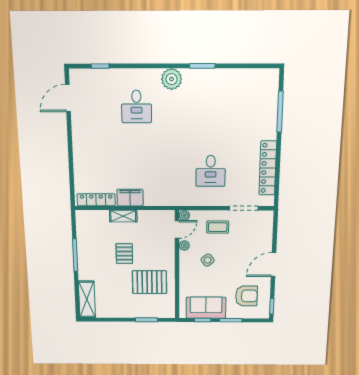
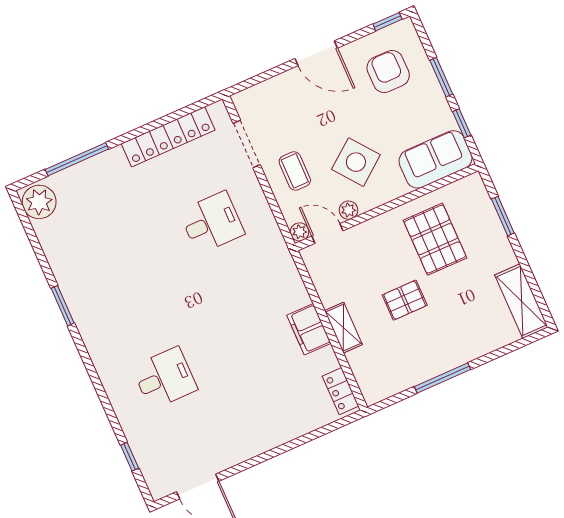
plant: (172, 79) -> (39, 202), moved
locker: (96, 200) -> (341, 391), width x0.66
side table: (208, 260) -> (356, 162), width x1.87, depth x1.87
shelving: (87, 299) -> (521, 301), moved, turned 90
sofa: (206, 308) -> (436, 159), moved, turned 90

